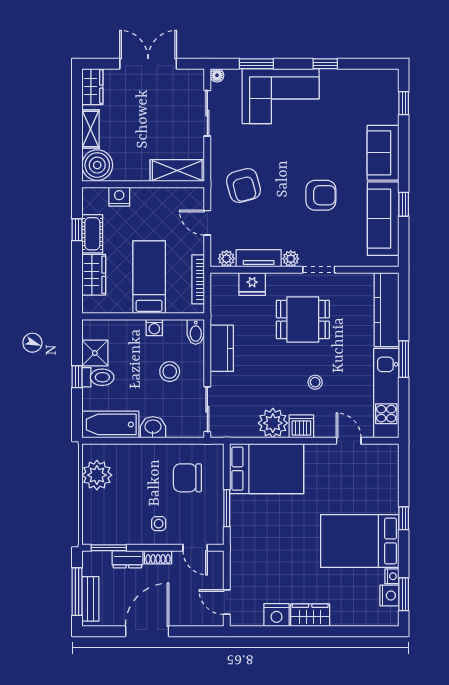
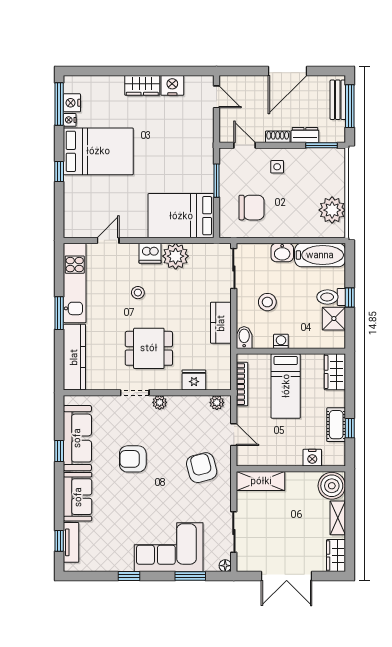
tv unit: (259, 258) -> (71, 542), moved, turned -90
wardrobe: (94, 275) -> (335, 372), moved
door: (349, 441) -> (108, 240), swing flipped
window: (404, 594) -> (59, 104), width x1.44

